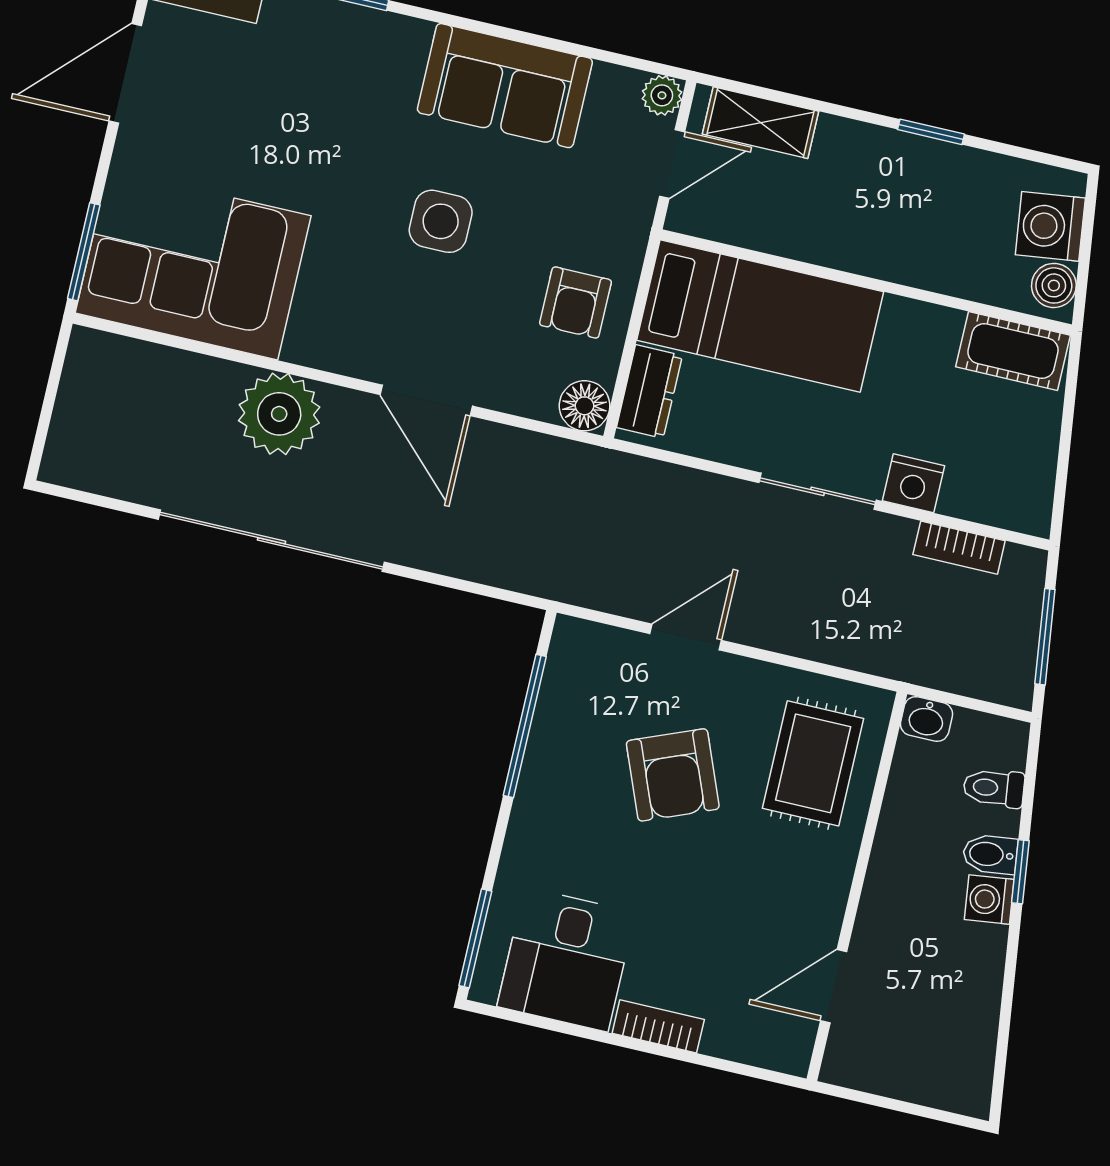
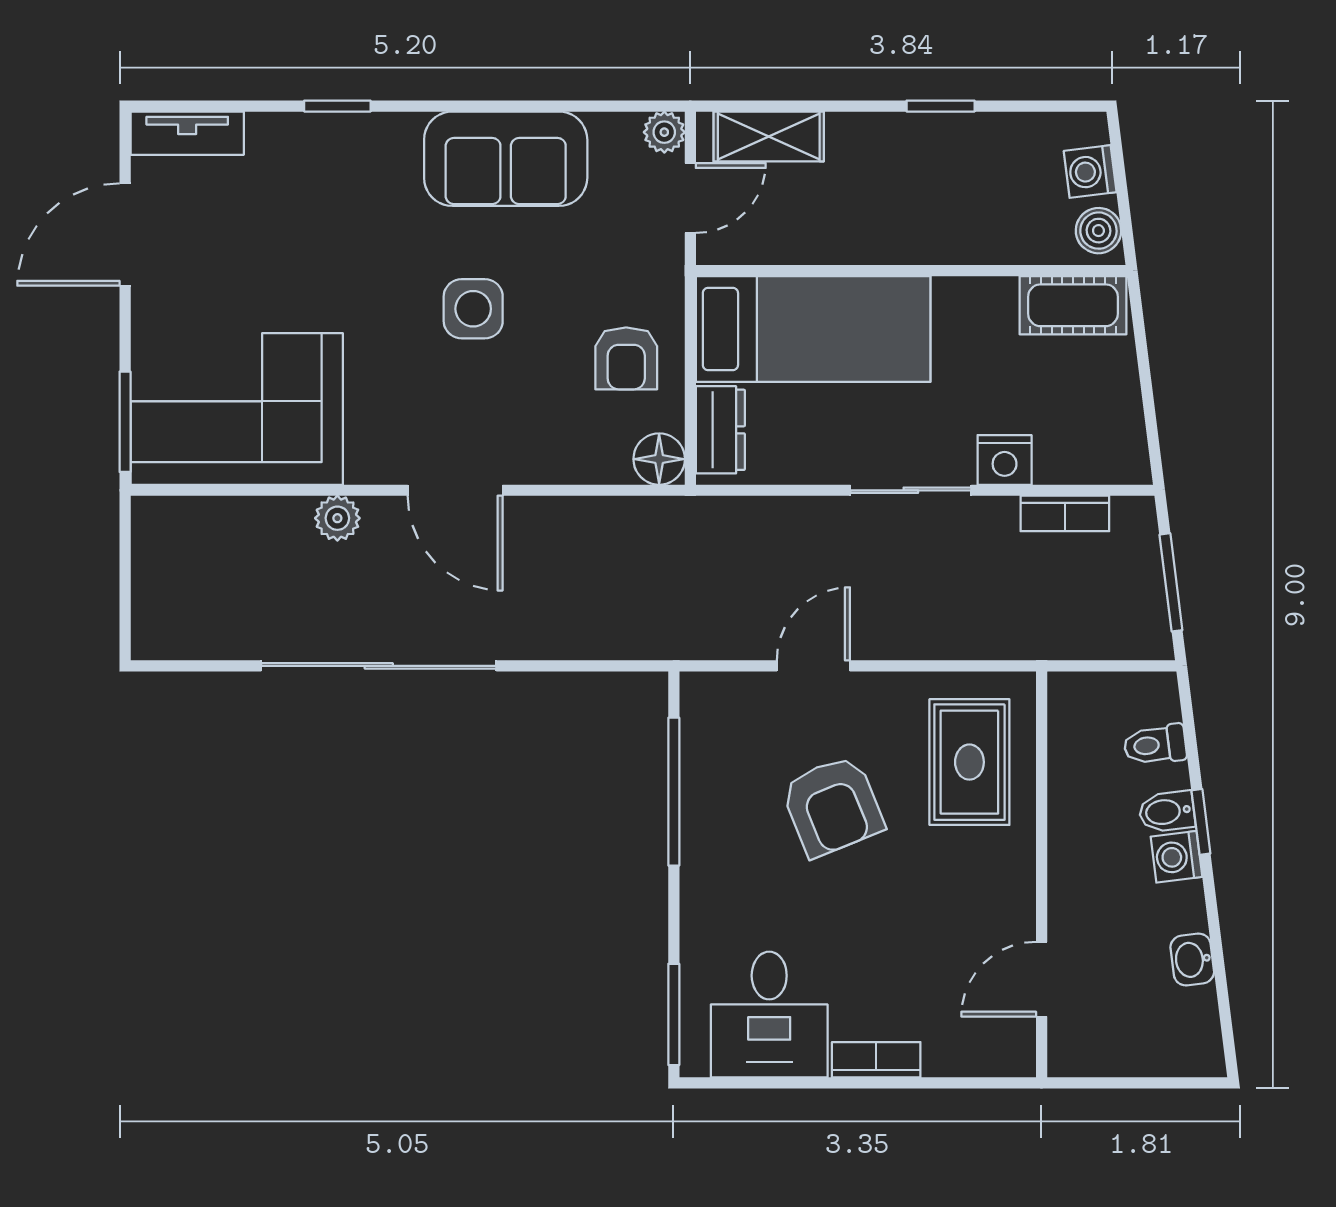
washing machine: (1050, 226) -> (1090, 171), width x0.73, depth x0.73
door: (426, 400) -> (455, 490), moved
plant: (279, 414) -> (337, 518), width x0.53, depth x0.53
washbasin: (926, 719) -> (1192, 960), moved, turned 83

